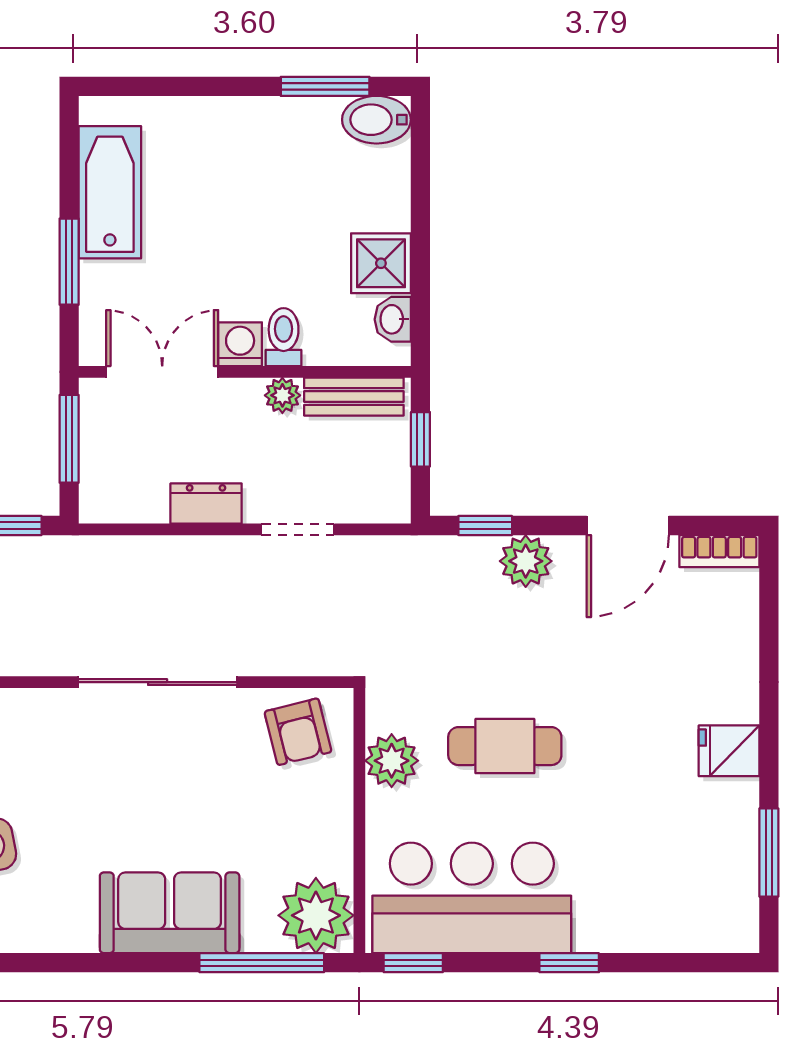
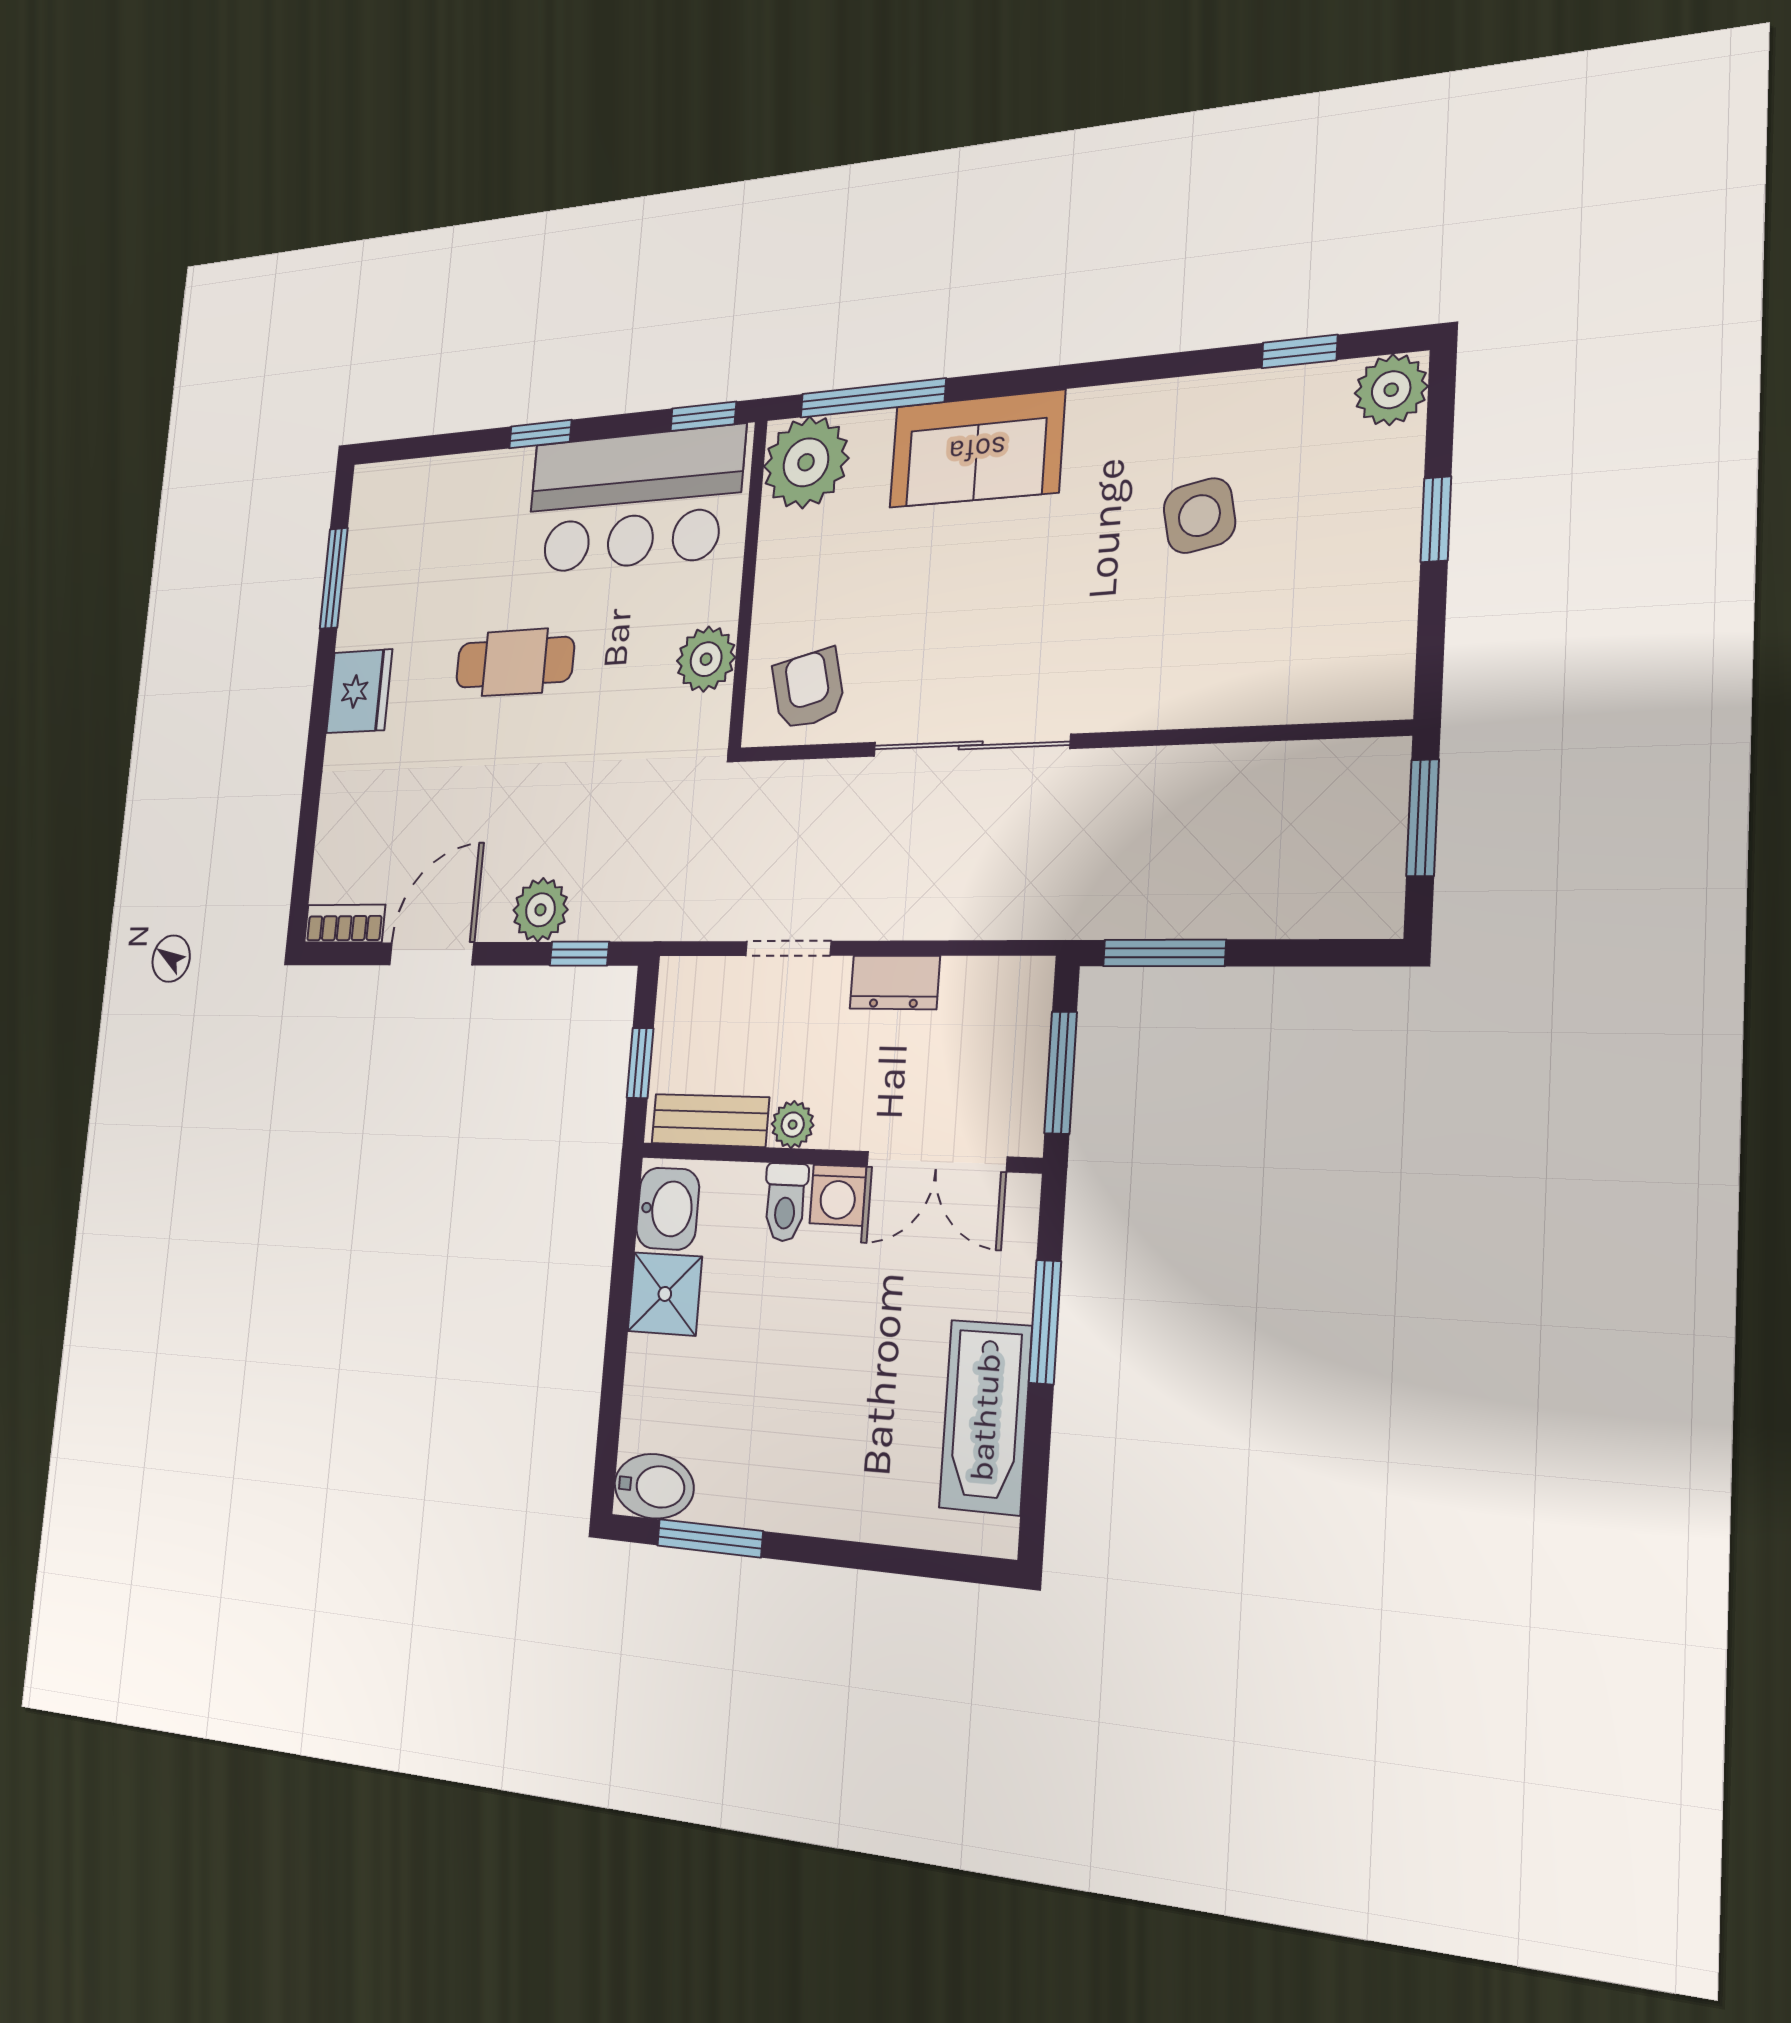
washbasin: (393, 319) -> (668, 1209), width x1.38, depth x1.45
cafe table: (505, 746) -> (515, 662), moved
fridge: (729, 751) -> (359, 691), width x1.38

